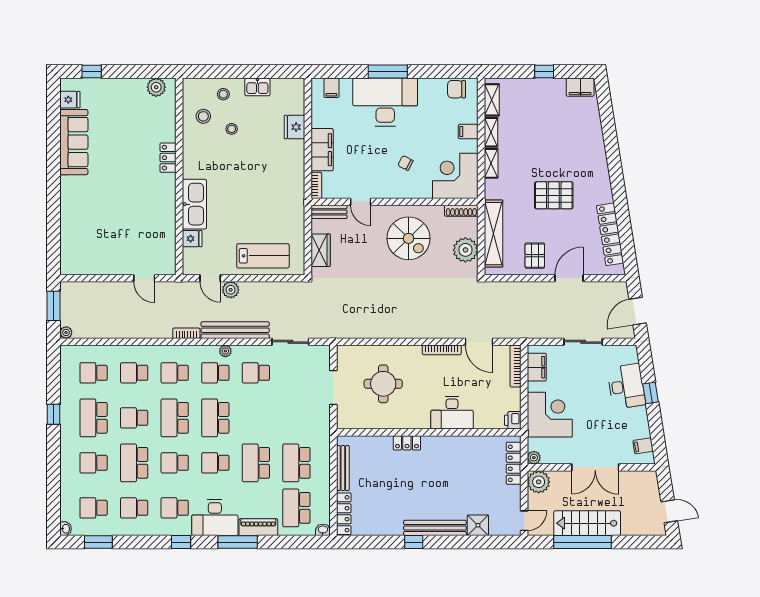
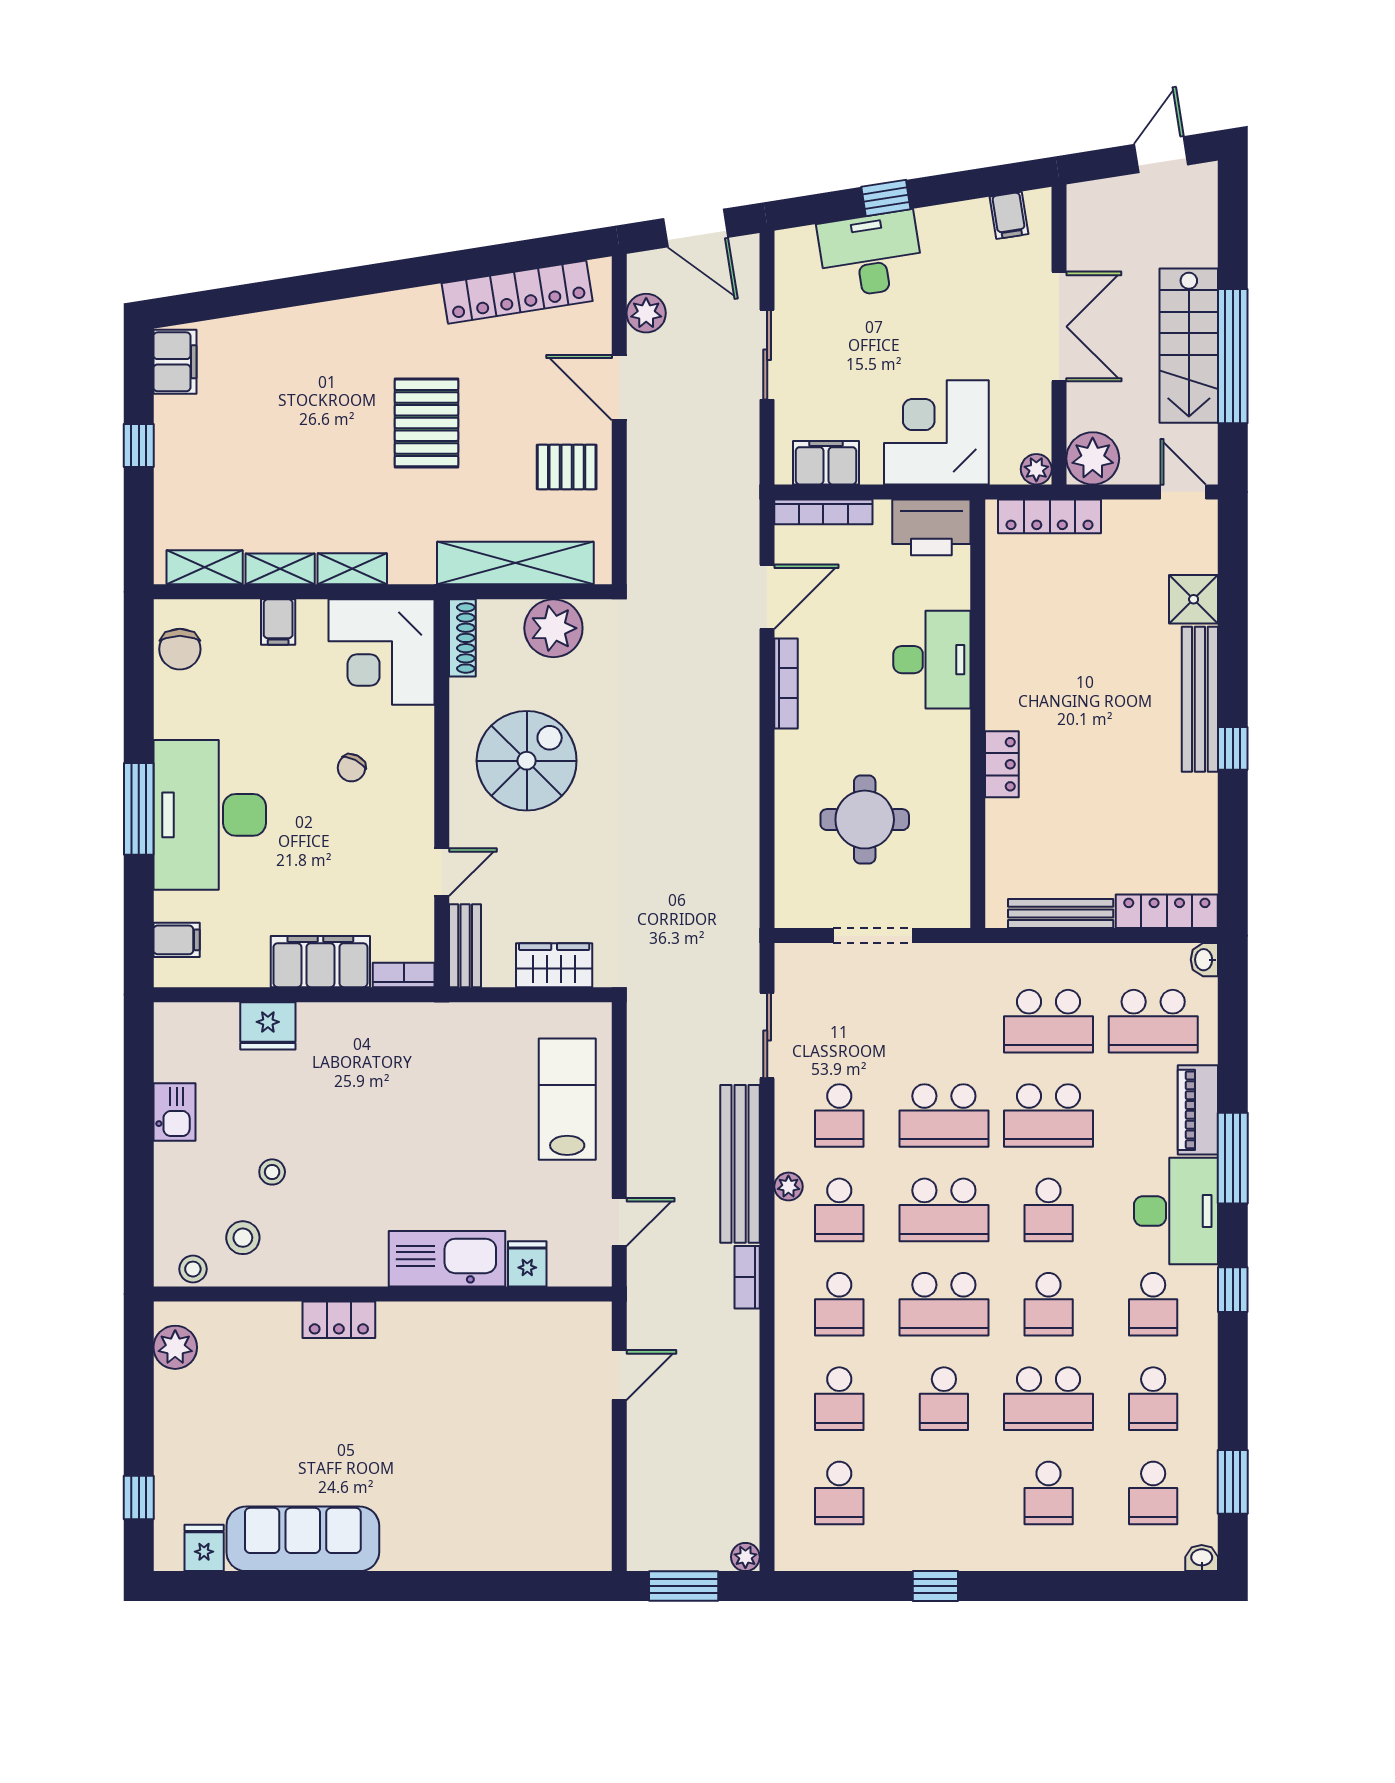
stool: (223, 94) -> (193, 1269), moved
plant: (231, 290) -> (646, 313), moved
school desk: (94, 418) -> (944, 1116), moved
printer: (513, 420) -> (931, 527), width x1.87, depth x1.48

